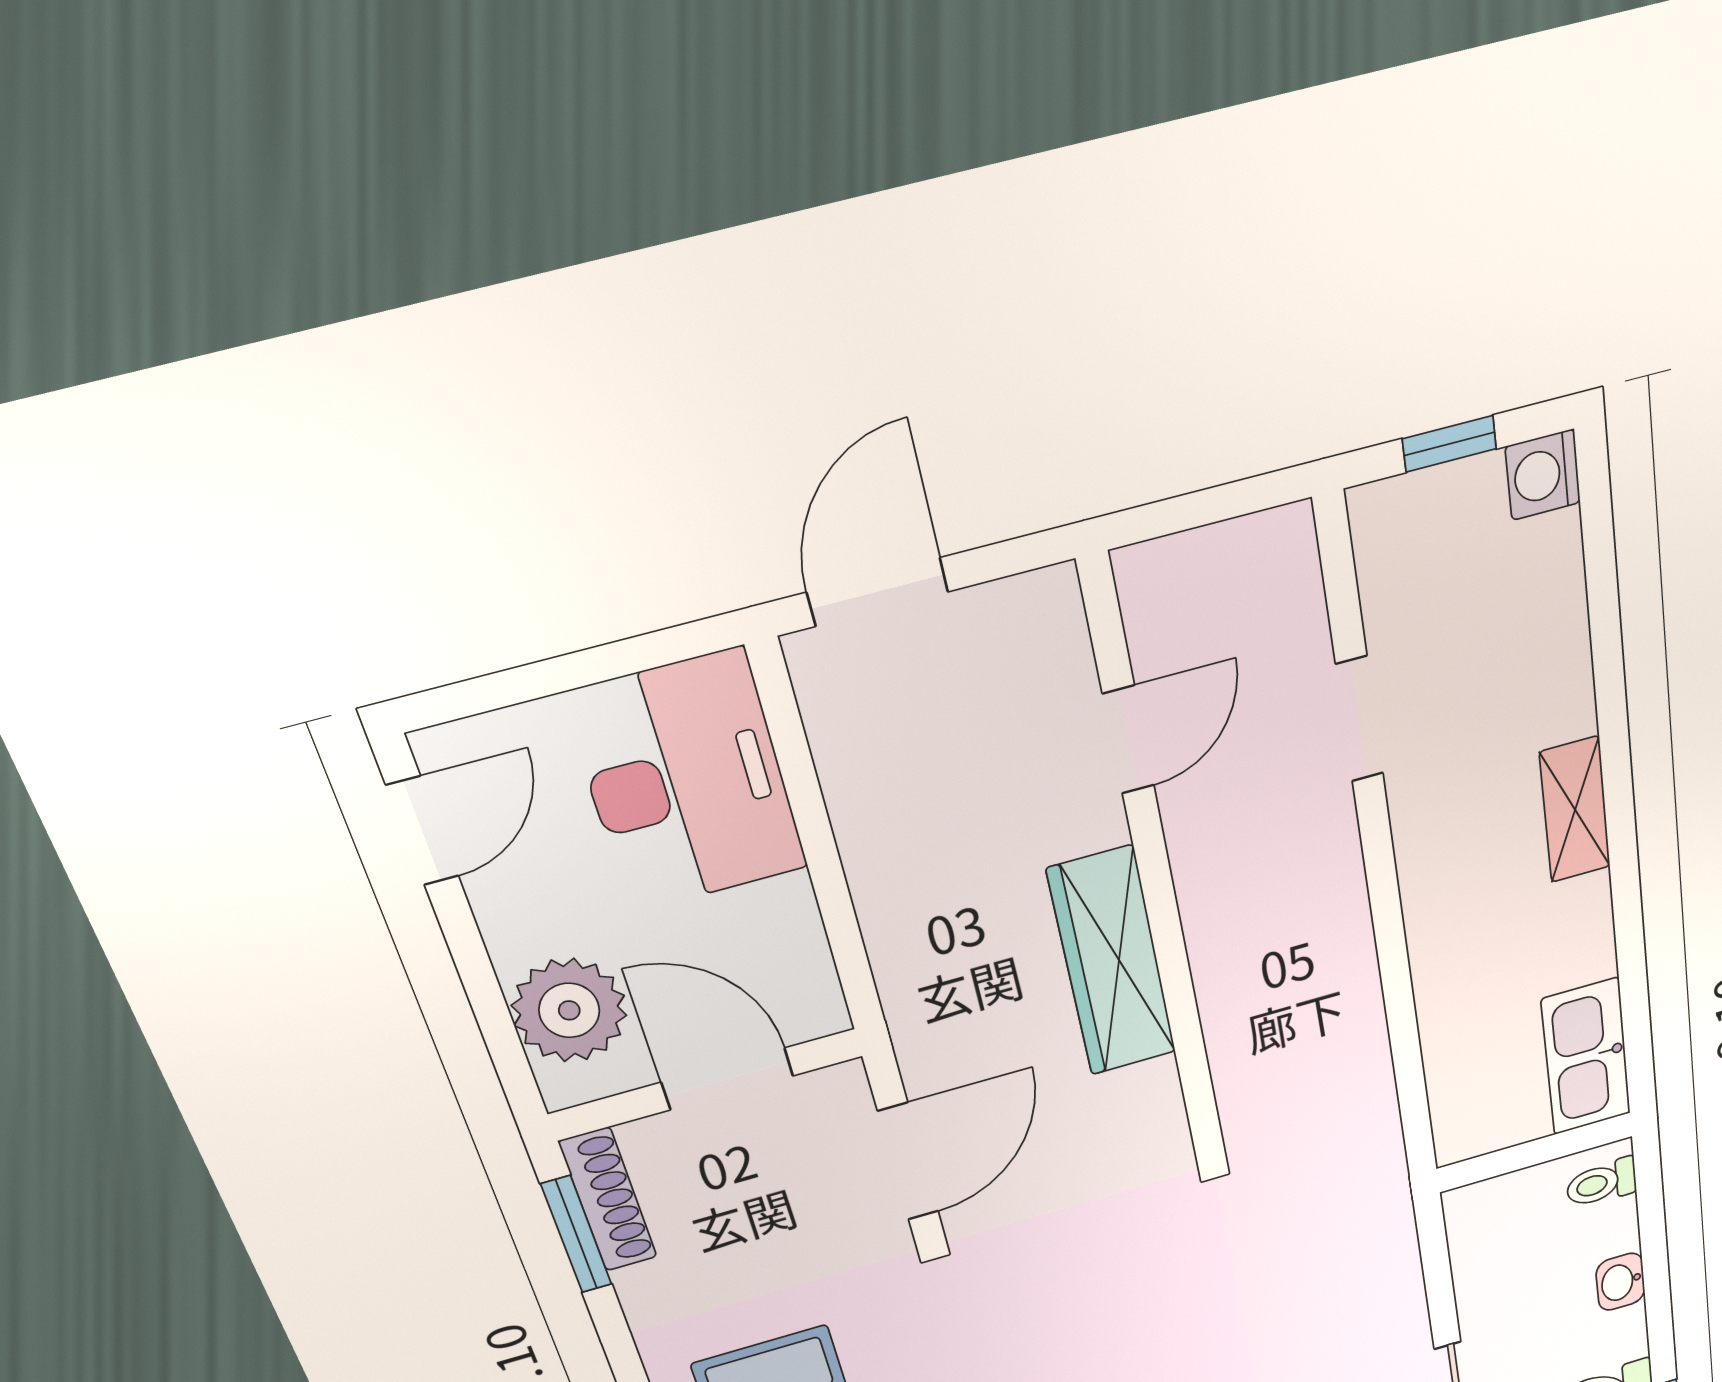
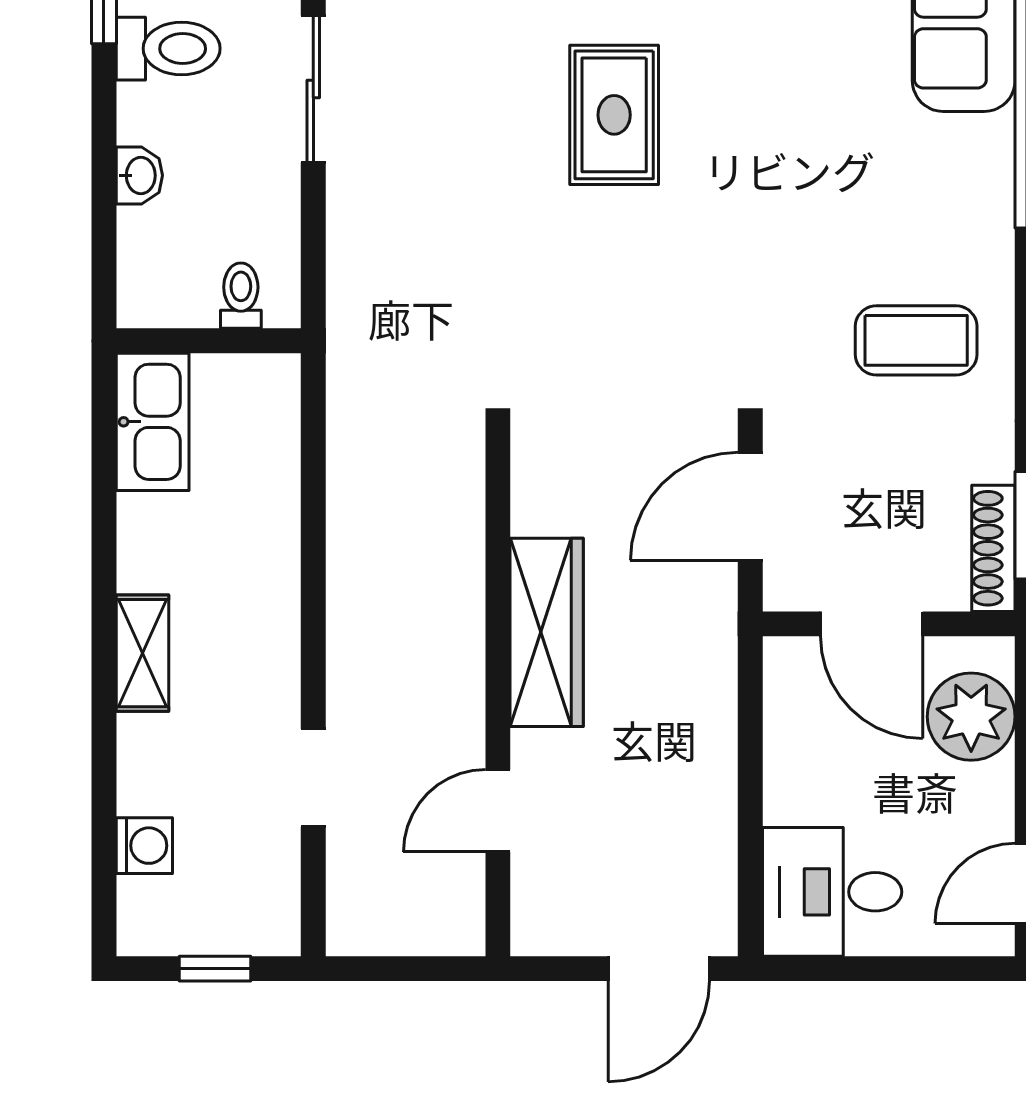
washing machine: (1543, 475) -> (144, 846), moved
desk: (687, 782) -> (832, 892), width x0.73
toilet: (1601, 1183) -> (241, 296), moved, turned -90

